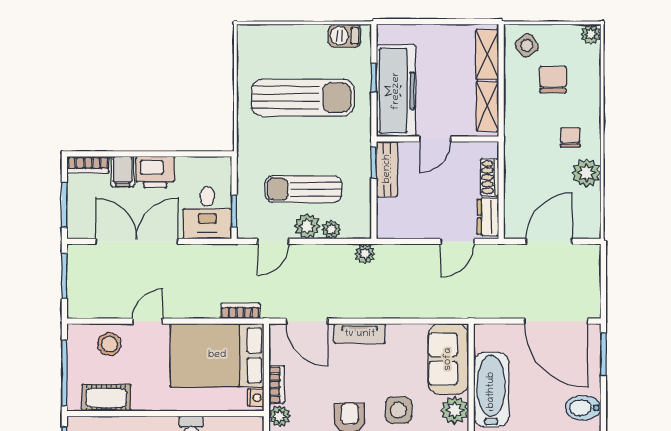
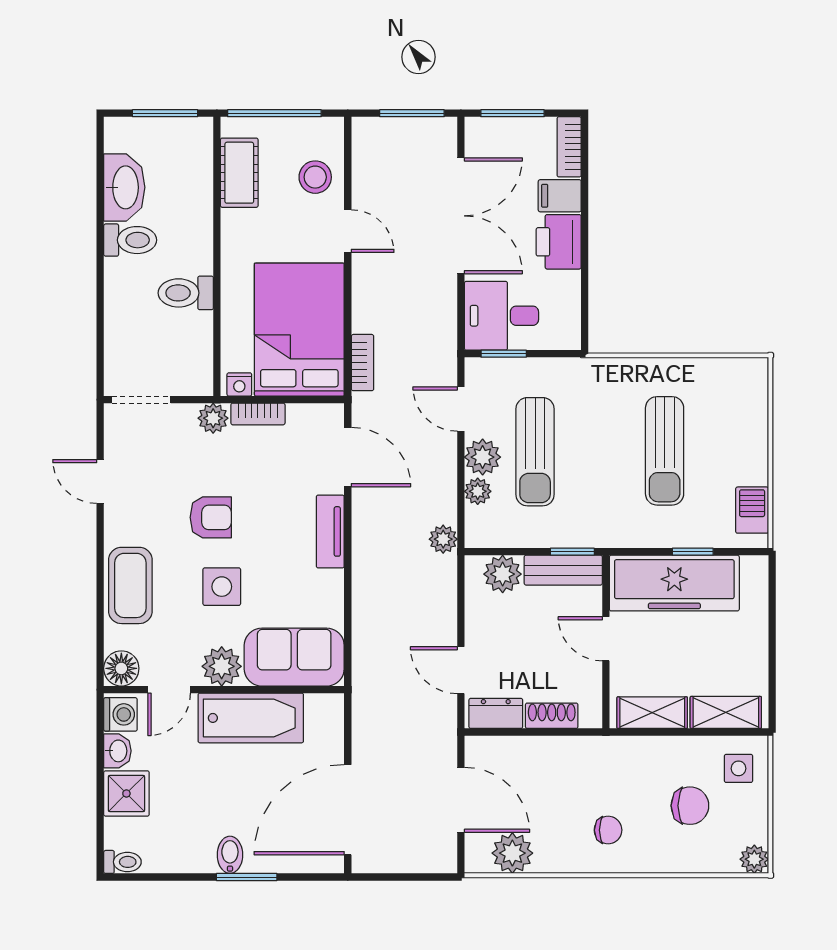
side table: (527, 45) -> (739, 768), turned 36
sun lounger: (303, 98) -> (665, 451), width x0.73, depth x0.75
plant: (587, 173) -> (512, 853), moved
sun lounger: (303, 189) -> (535, 452), turned 180
plant: (390, 212) -> (503, 574), added
door: (307, 321) -> (348, 457), swing flipped
window: (603, 354) -> (247, 877), moved
bidet: (583, 408) -> (230, 855), width x0.72, depth x0.74

